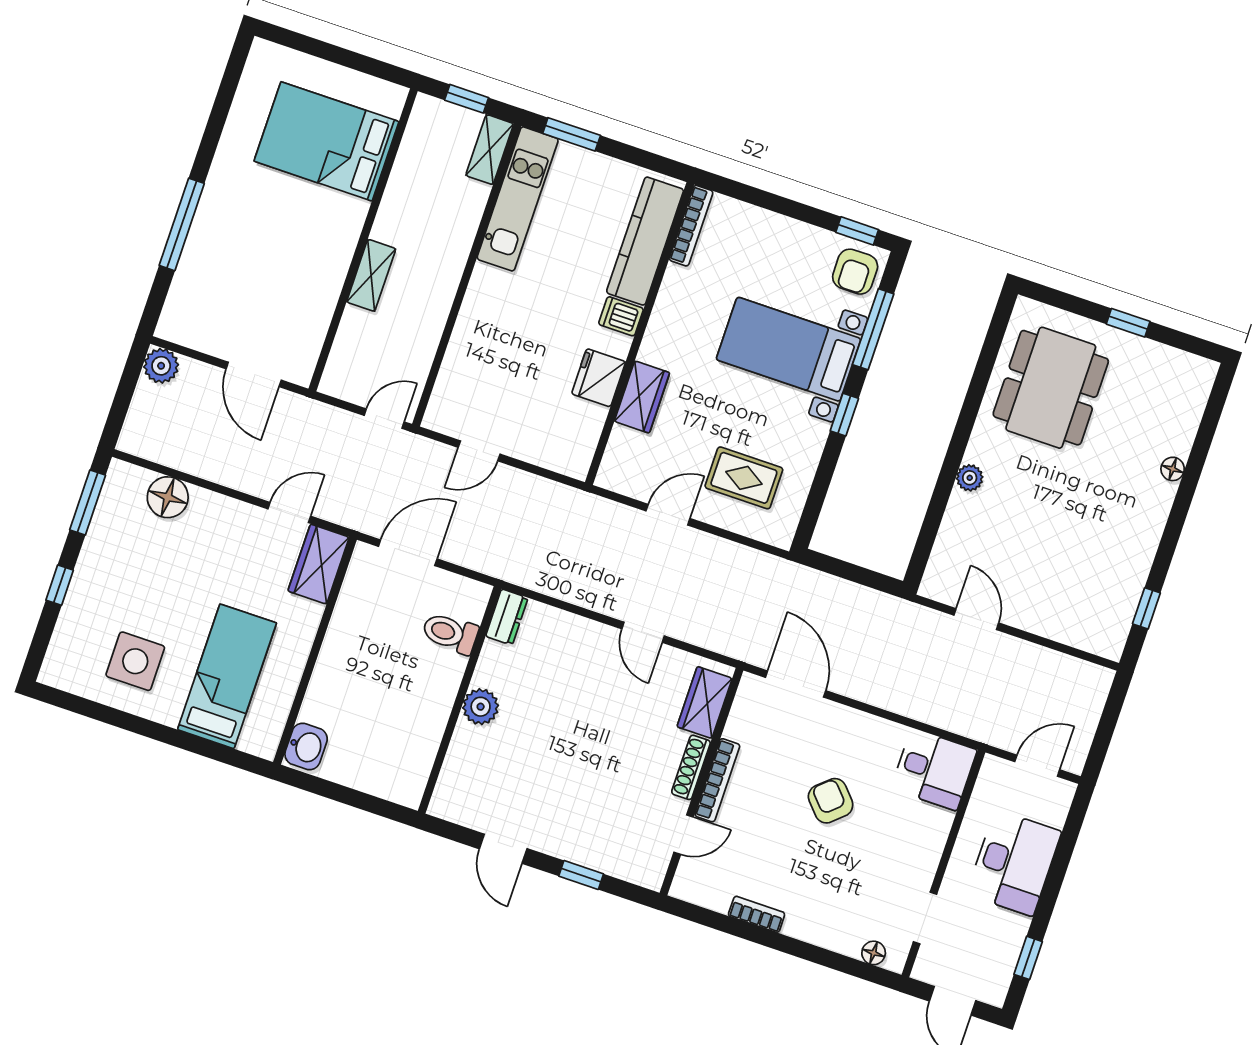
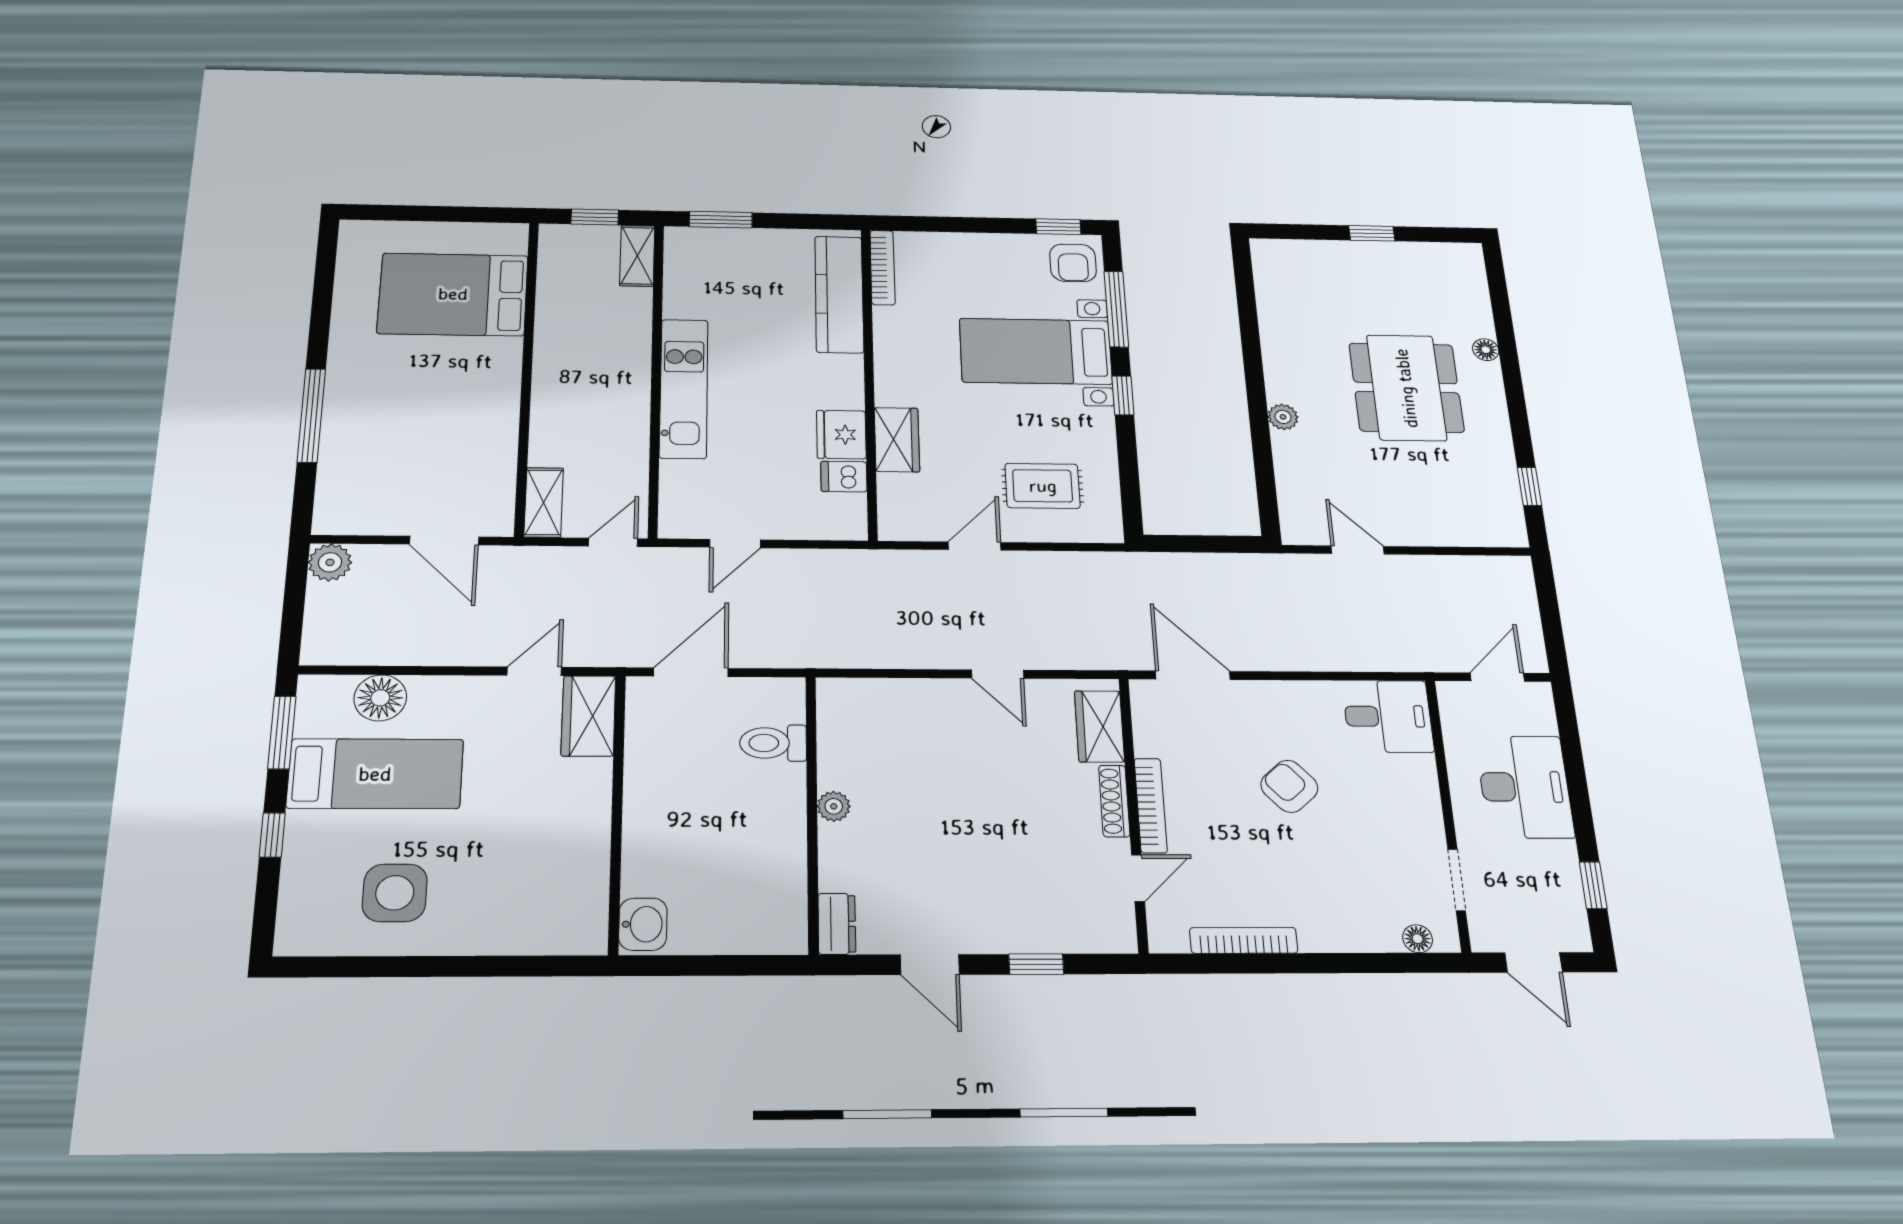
kitchen unit: (518, 199) -> (684, 388), moved
shelving: (371, 275) -> (544, 502), moved
dishwasher: (621, 316) -> (844, 477), moved
dining table: (1051, 388) -> (1406, 388), moved
dresser: (507, 617) -> (837, 924), moved
bed: (227, 676) -> (375, 774), moved, turned 90
plant: (481, 707) -> (834, 806), width x0.73, depth x0.73
bookcase: (757, 914) -> (1244, 940), width x1.56

